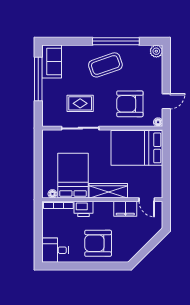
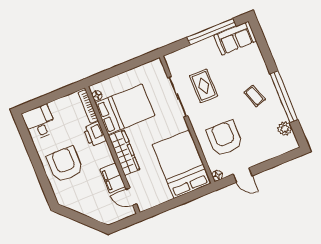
plant: (156, 51) -> (285, 129), moved
coffee table: (105, 65) -> (255, 96), width x0.54, depth x0.58
door: (147, 200) -> (131, 197), hinge flipped

